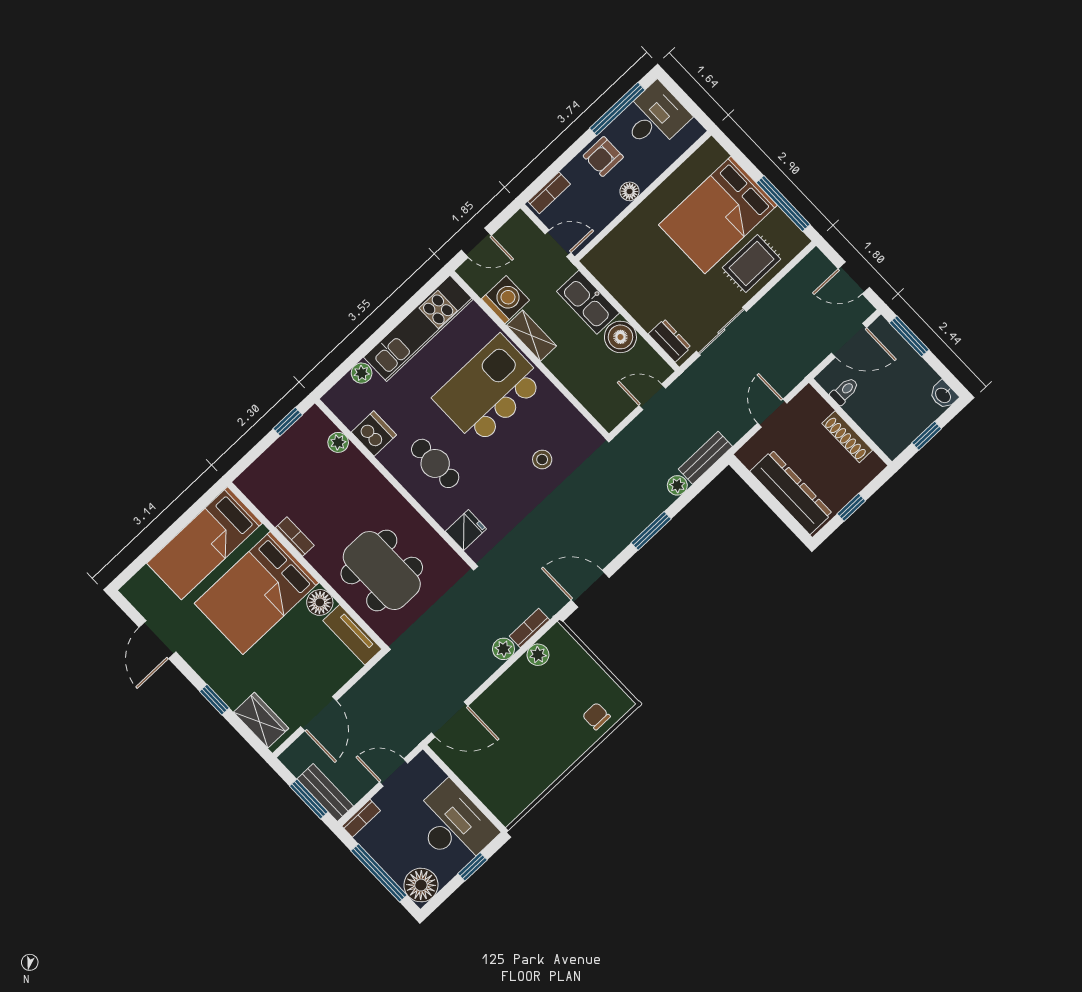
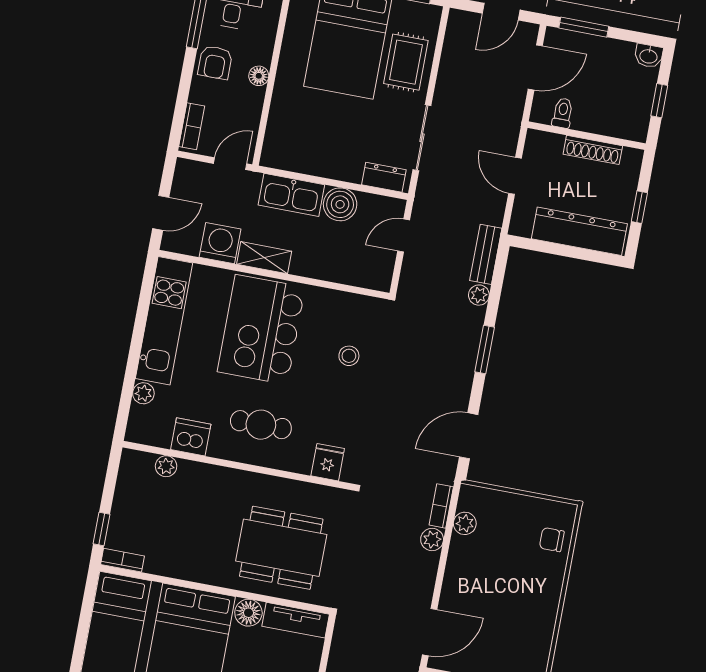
window: (288, 422) -> (102, 529), moved
bookcase: (295, 537) -> (122, 560), moved

